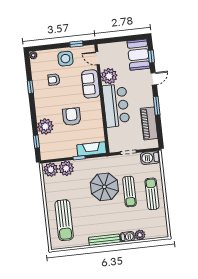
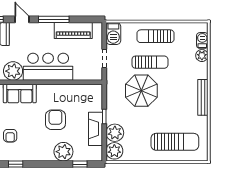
window: (157, 106) -> (54, 19), width x1.44
armchair: (72, 117) -> (55, 120), turned 90
fireplace: (92, 149) -> (96, 129), moved
barbecue: (127, 237) -> (202, 40), moved

